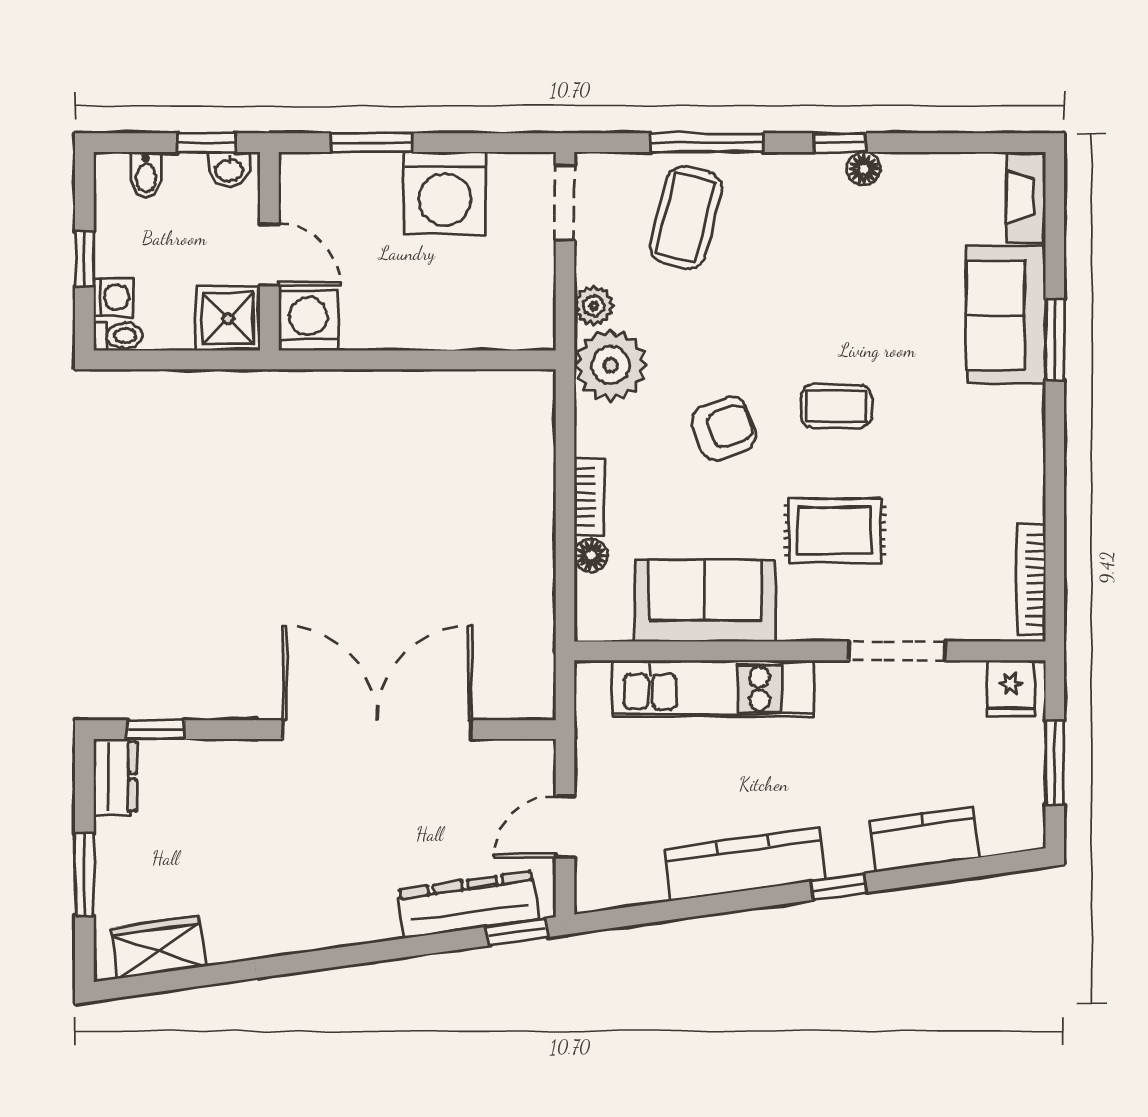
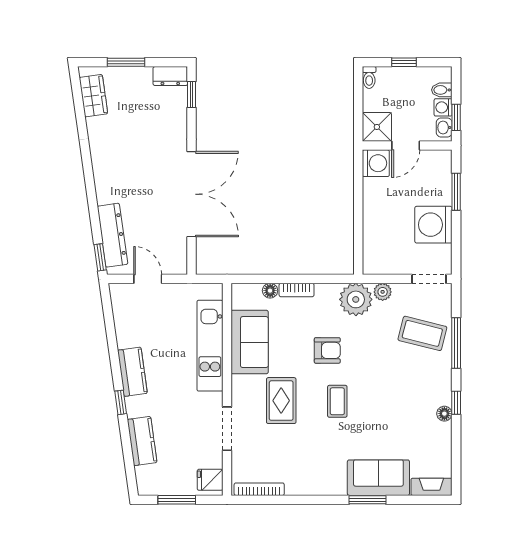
washing machine: (113, 297) -> (443, 107), moved, turned 90
armchair: (724, 428) -> (327, 350), turned -70
kitchen counter: (745, 864) -> (132, 372), width x0.67

